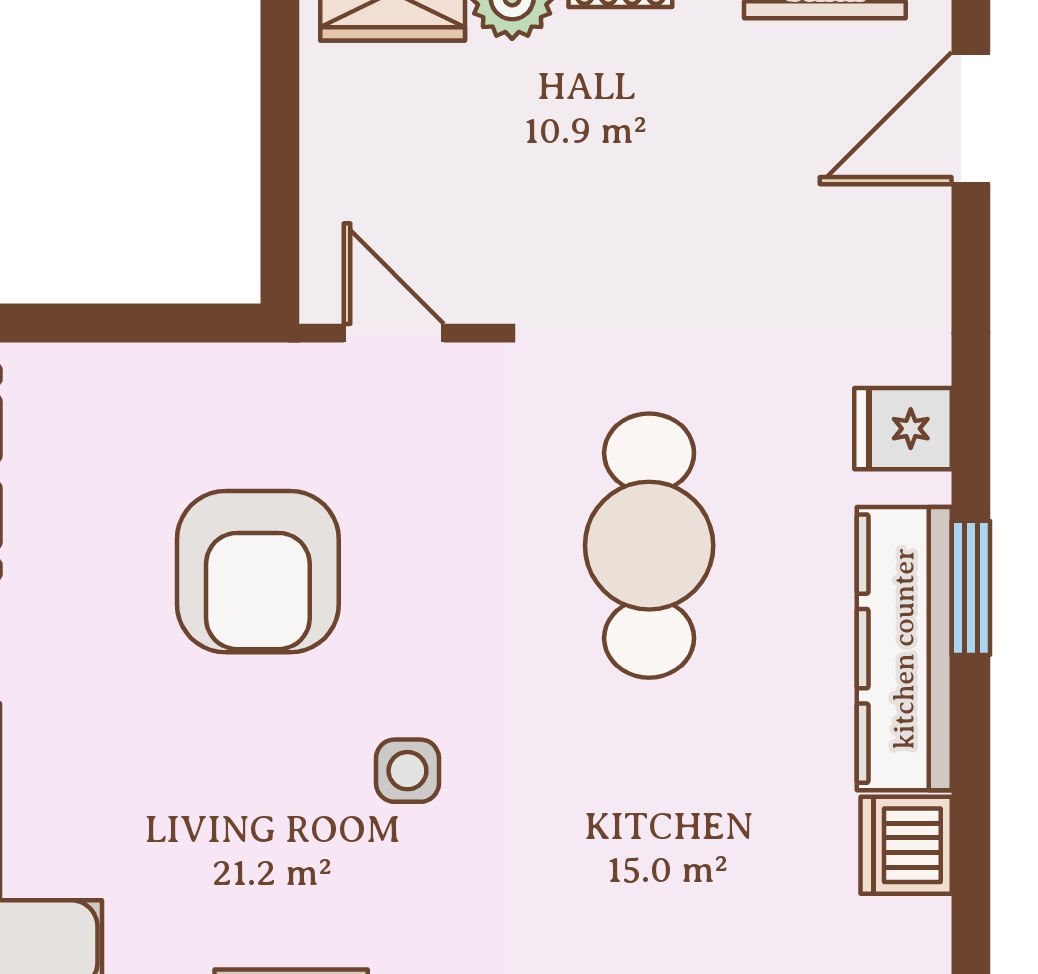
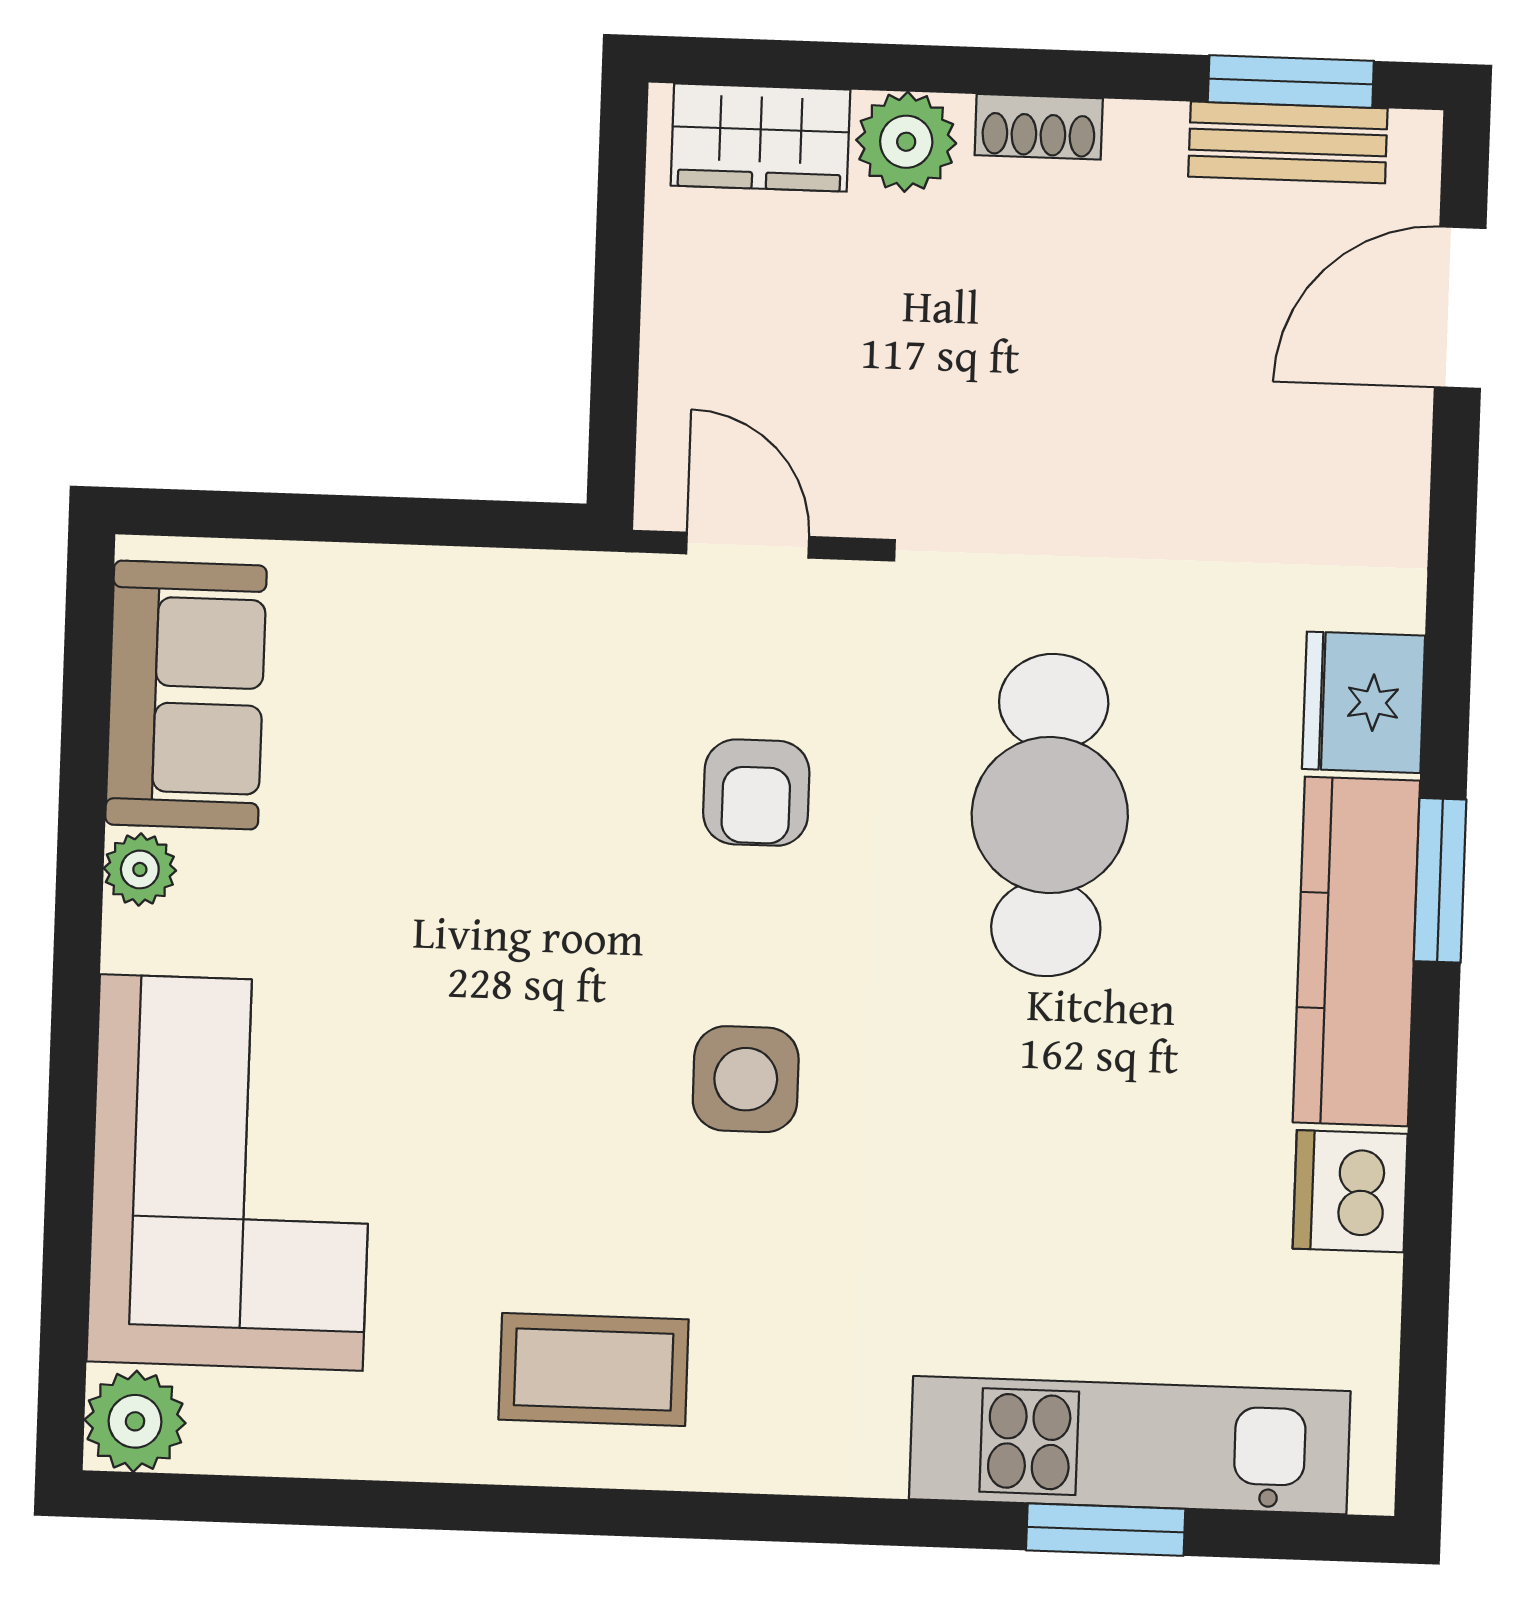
fridge: (903, 429) -> (1364, 702), width x1.38
armchair: (258, 572) -> (756, 793), moved, width x0.53, depth x0.53
side table: (407, 771) -> (746, 1079), width x1.37, depth x1.37

